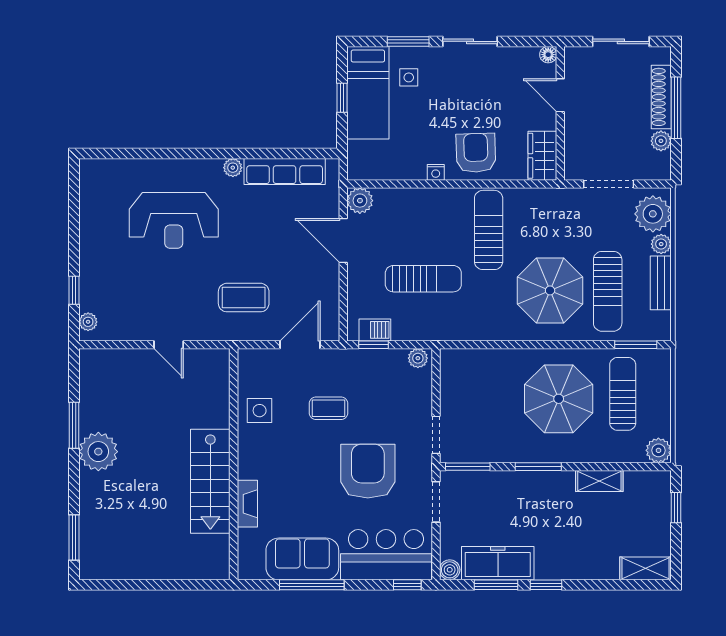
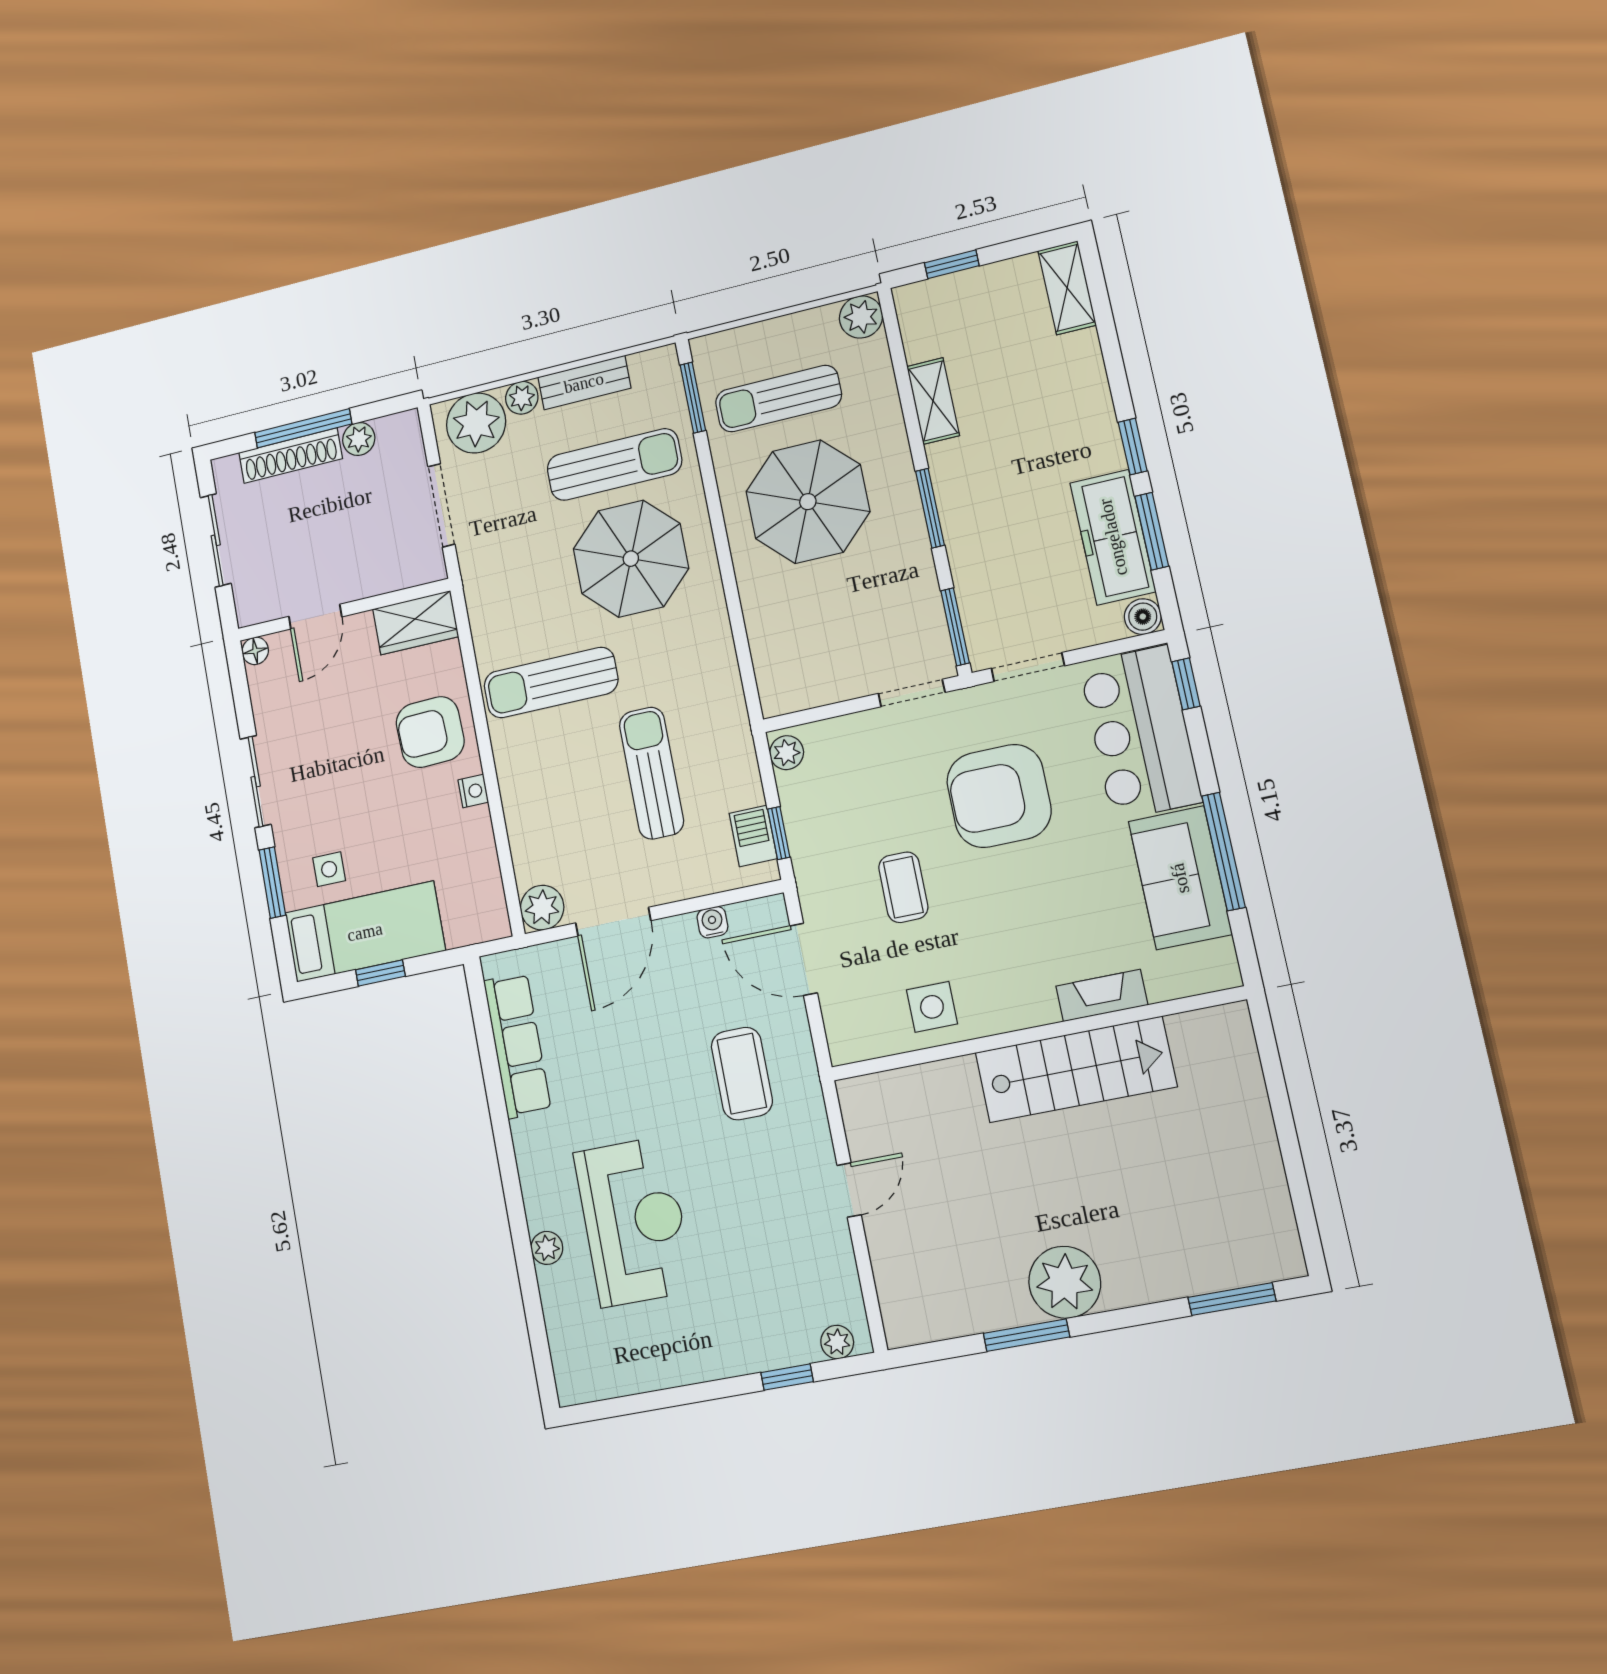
plant: (233, 168) -> (547, 1248), moved
water cooler: (331, 297) -> (712, 922), added

